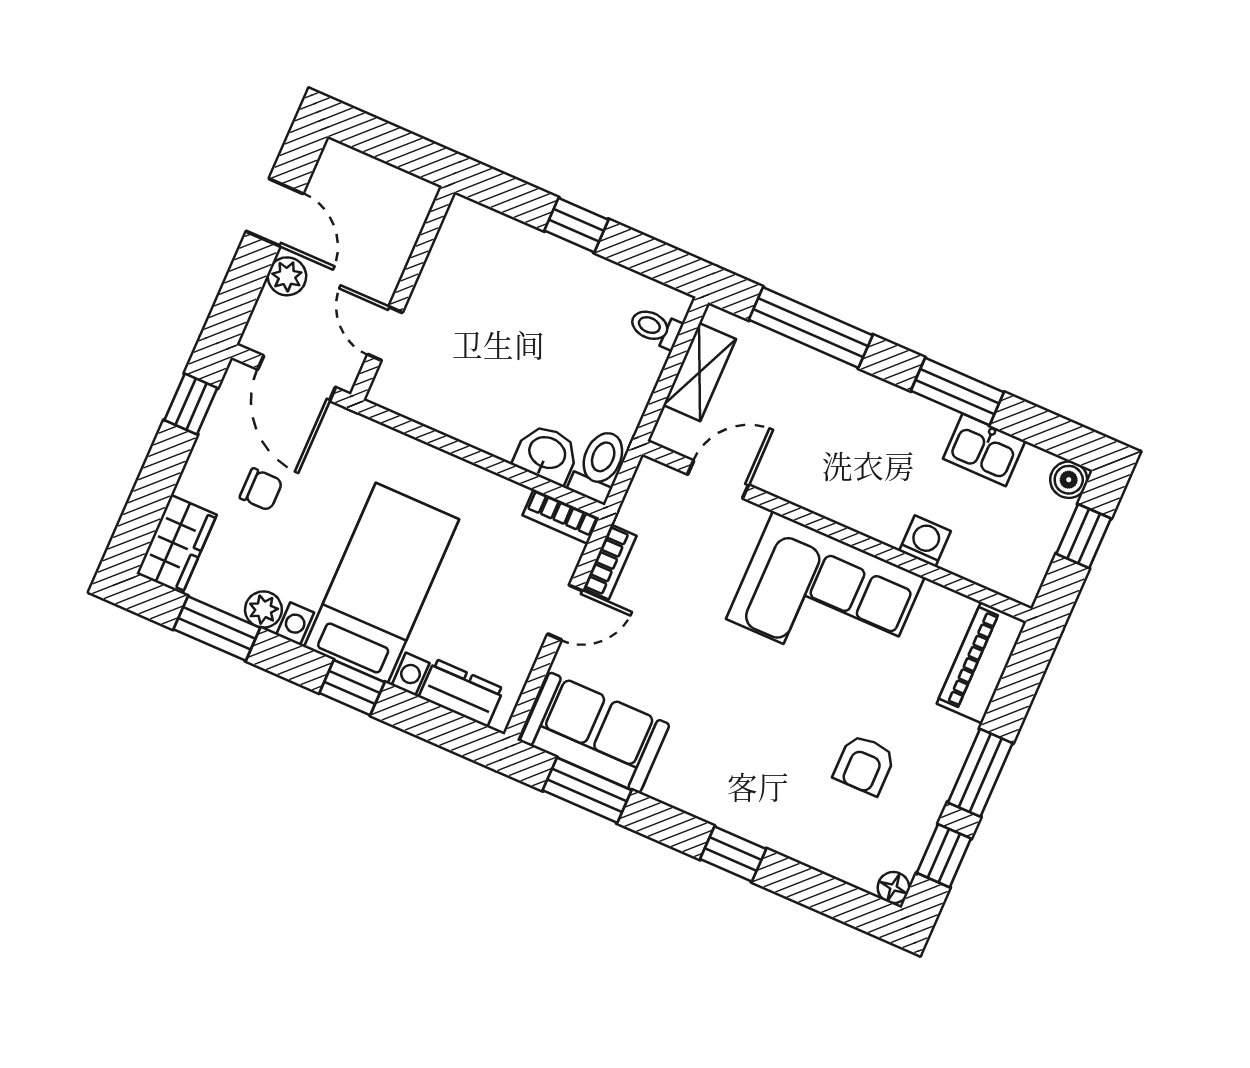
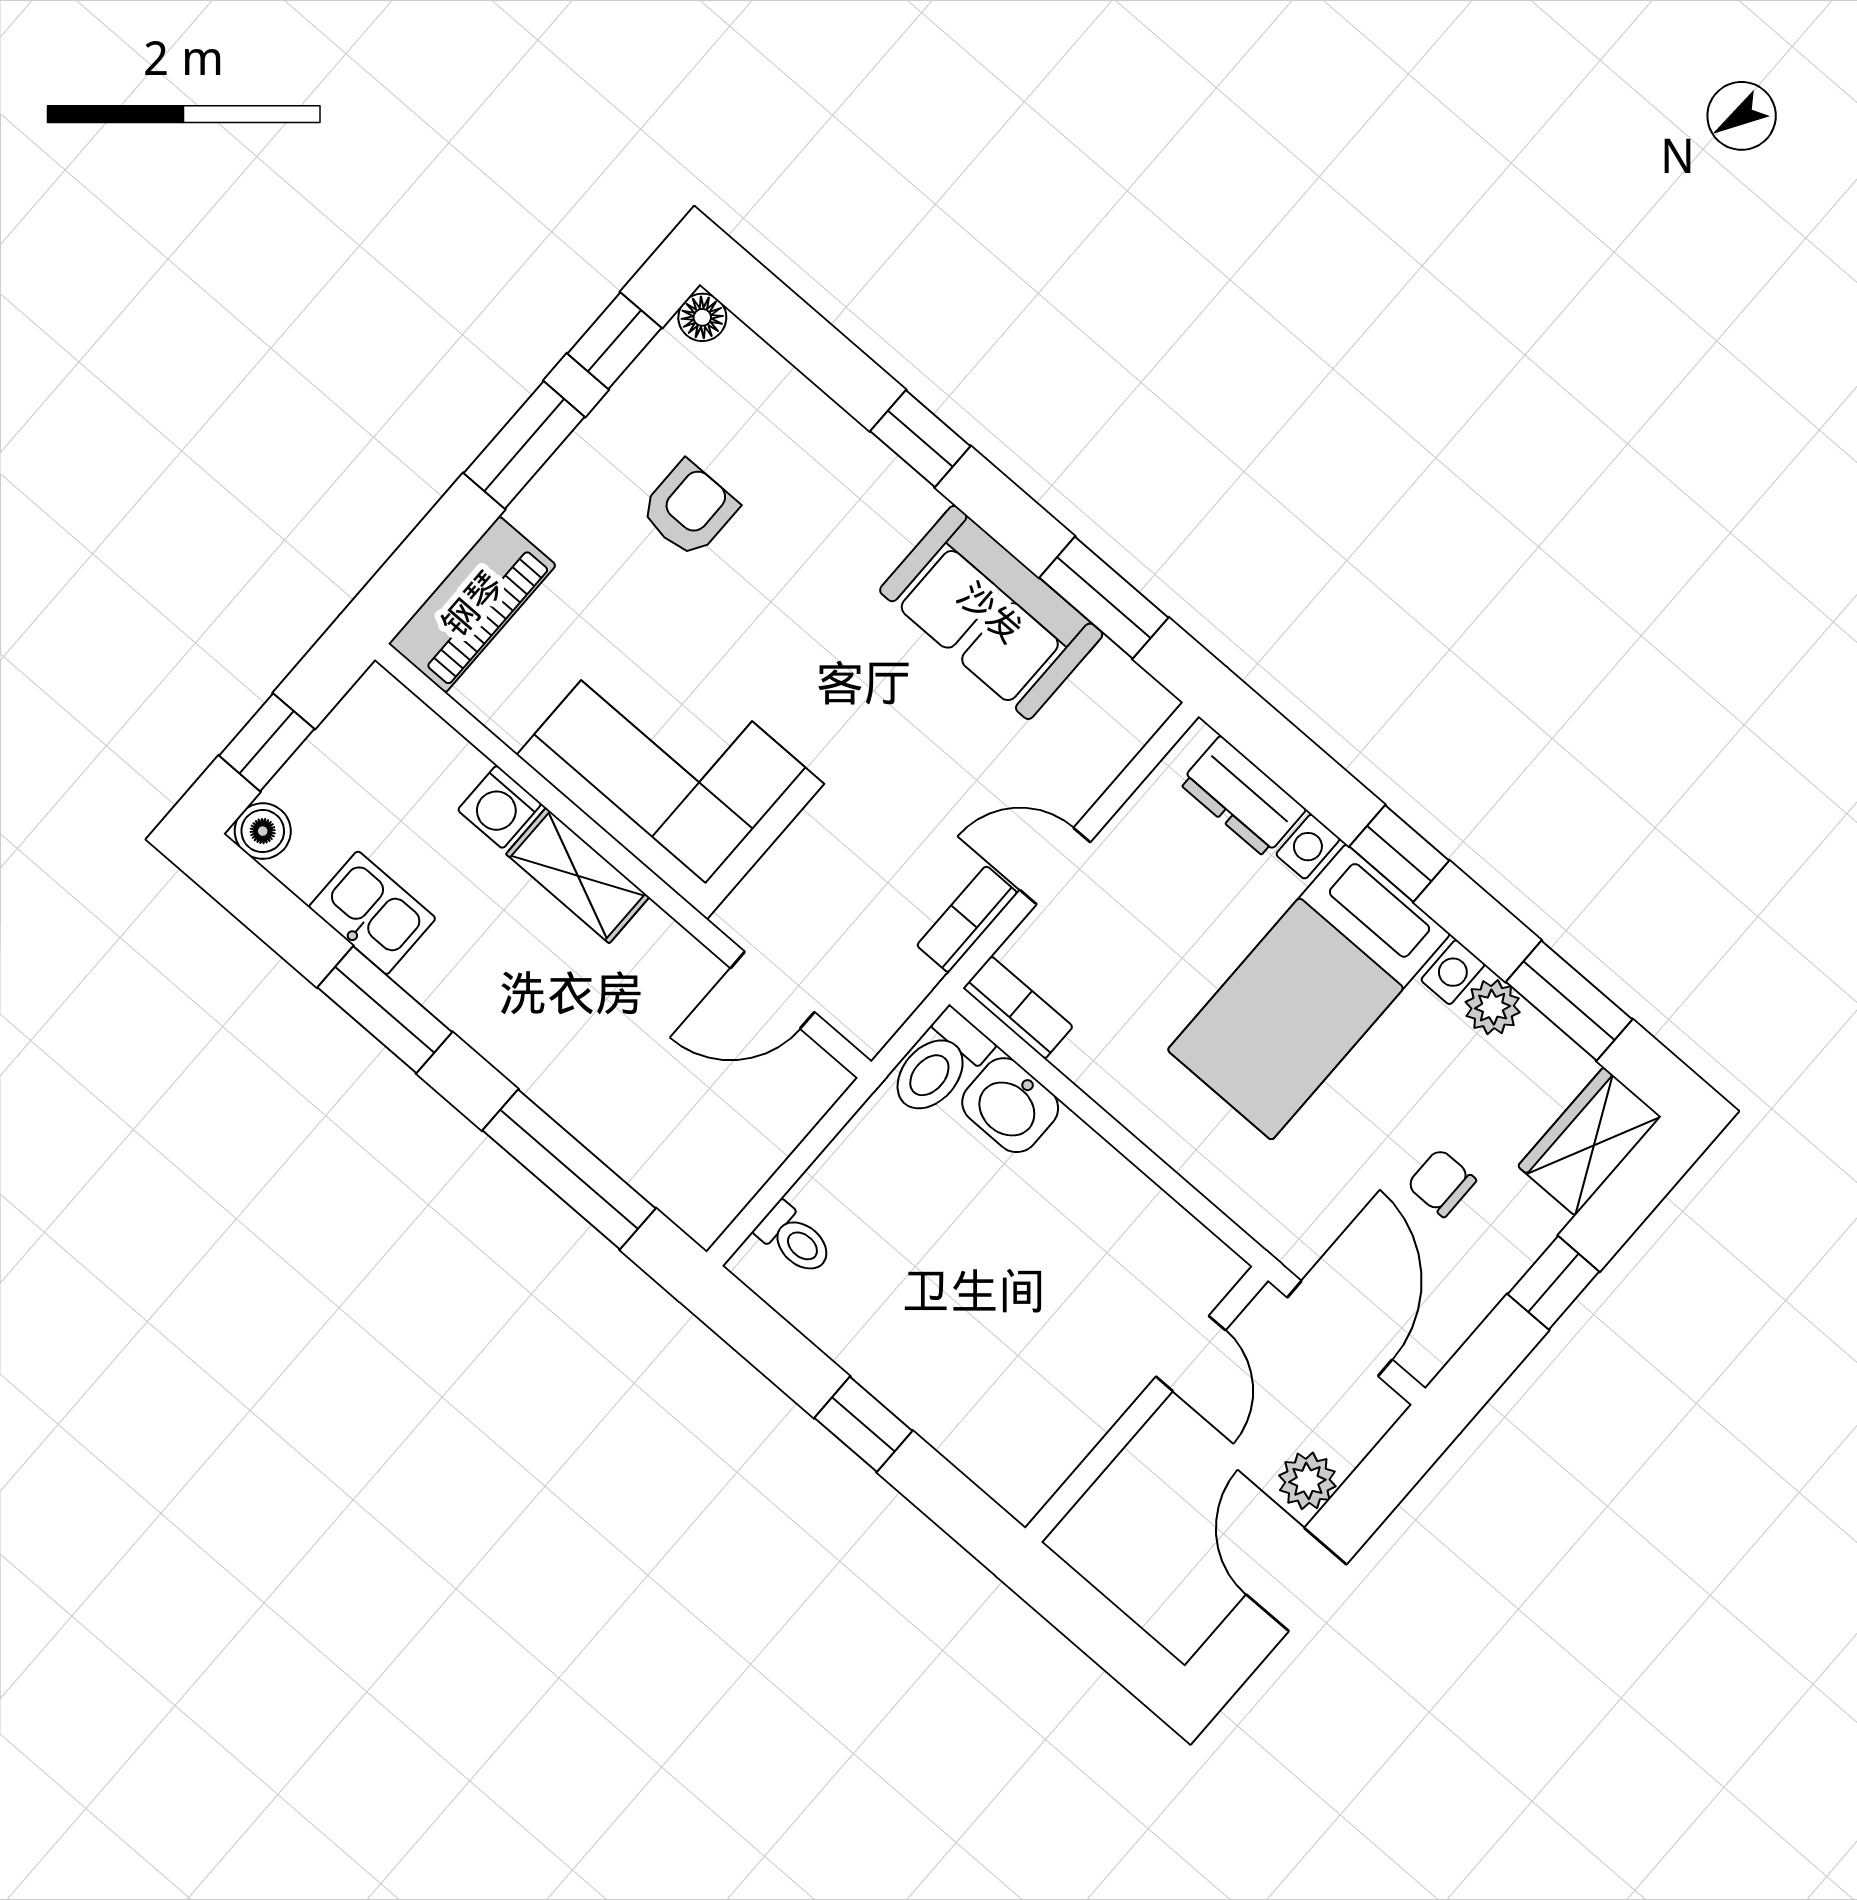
shelving: (700, 372) -> (578, 876), moved, turned 90
window: (191, 404) -> (1553, 1283), moved
sofa: (595, 733) -> (991, 612), moved

